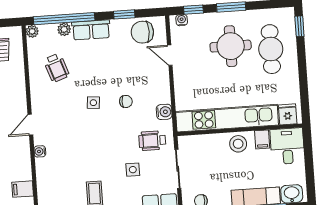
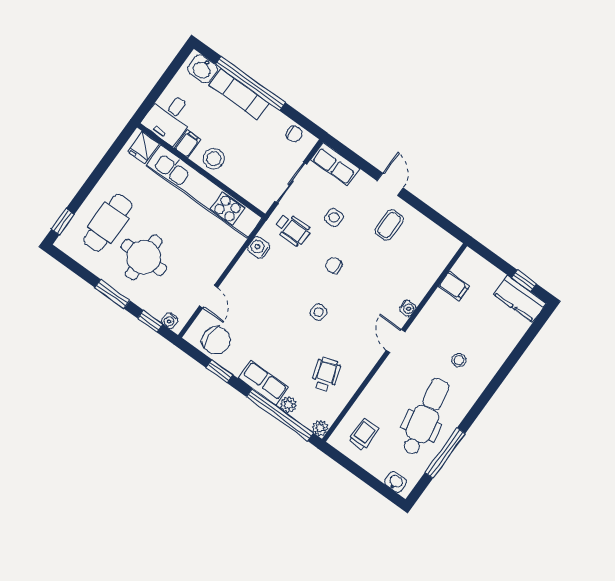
chair: (126, 101) -> (334, 265), moved
door: (30, 125) -> (396, 341), swing flipped

